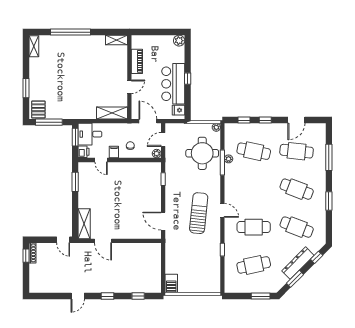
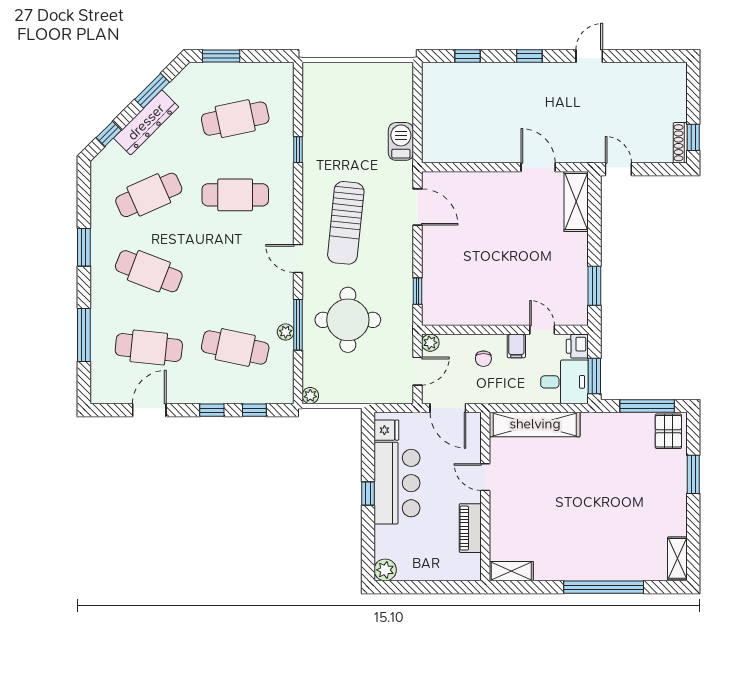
door: (129, 87) -> (485, 477), hinge flipped
shelving: (112, 113) -> (535, 424), width x1.47
round table: (202, 153) -> (348, 320), moved
door: (222, 210) -> (298, 258), moved
cafe table: (297, 227) -> (149, 195), turned -45
barbecue: (171, 284) -> (401, 141), moved

